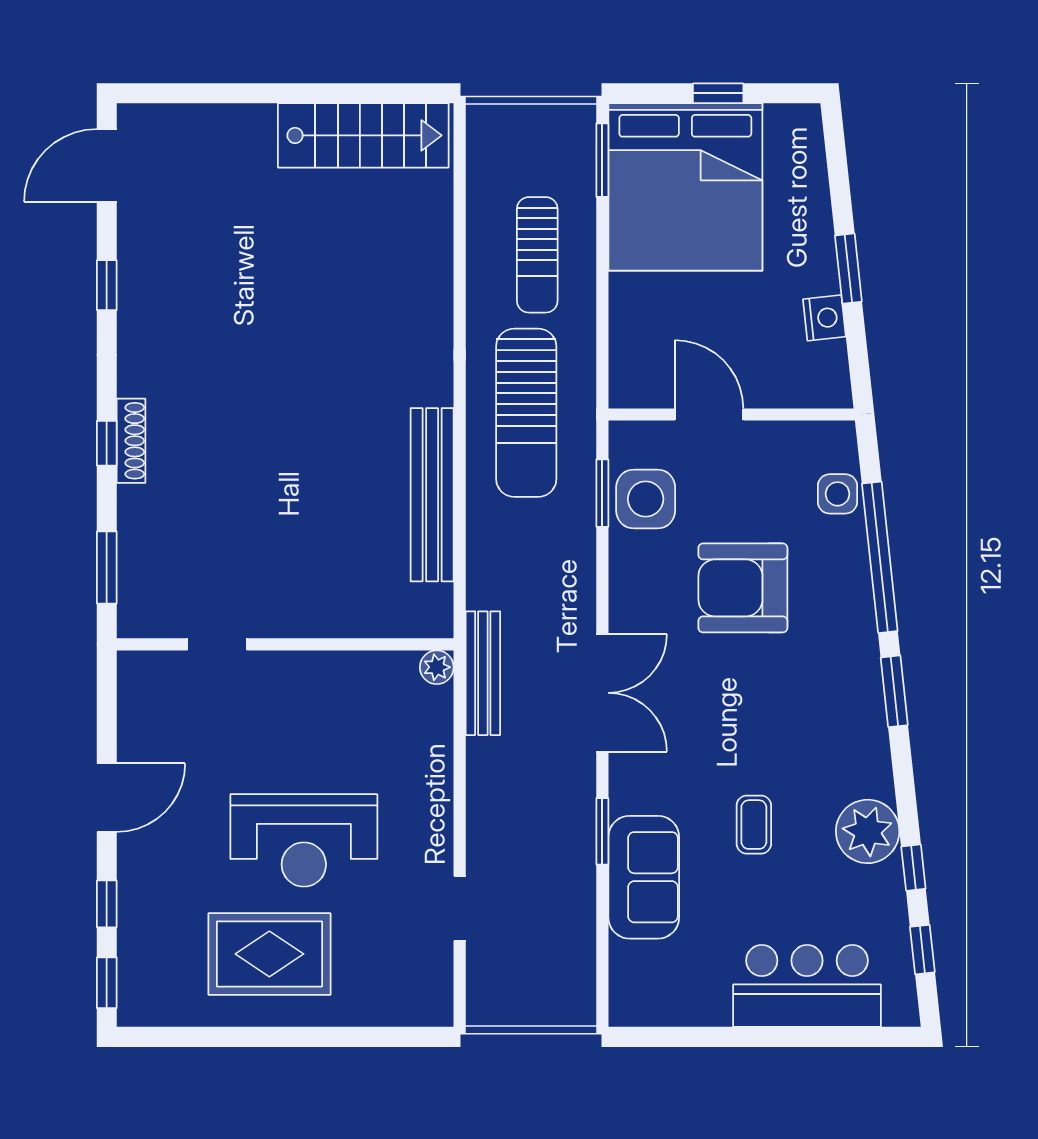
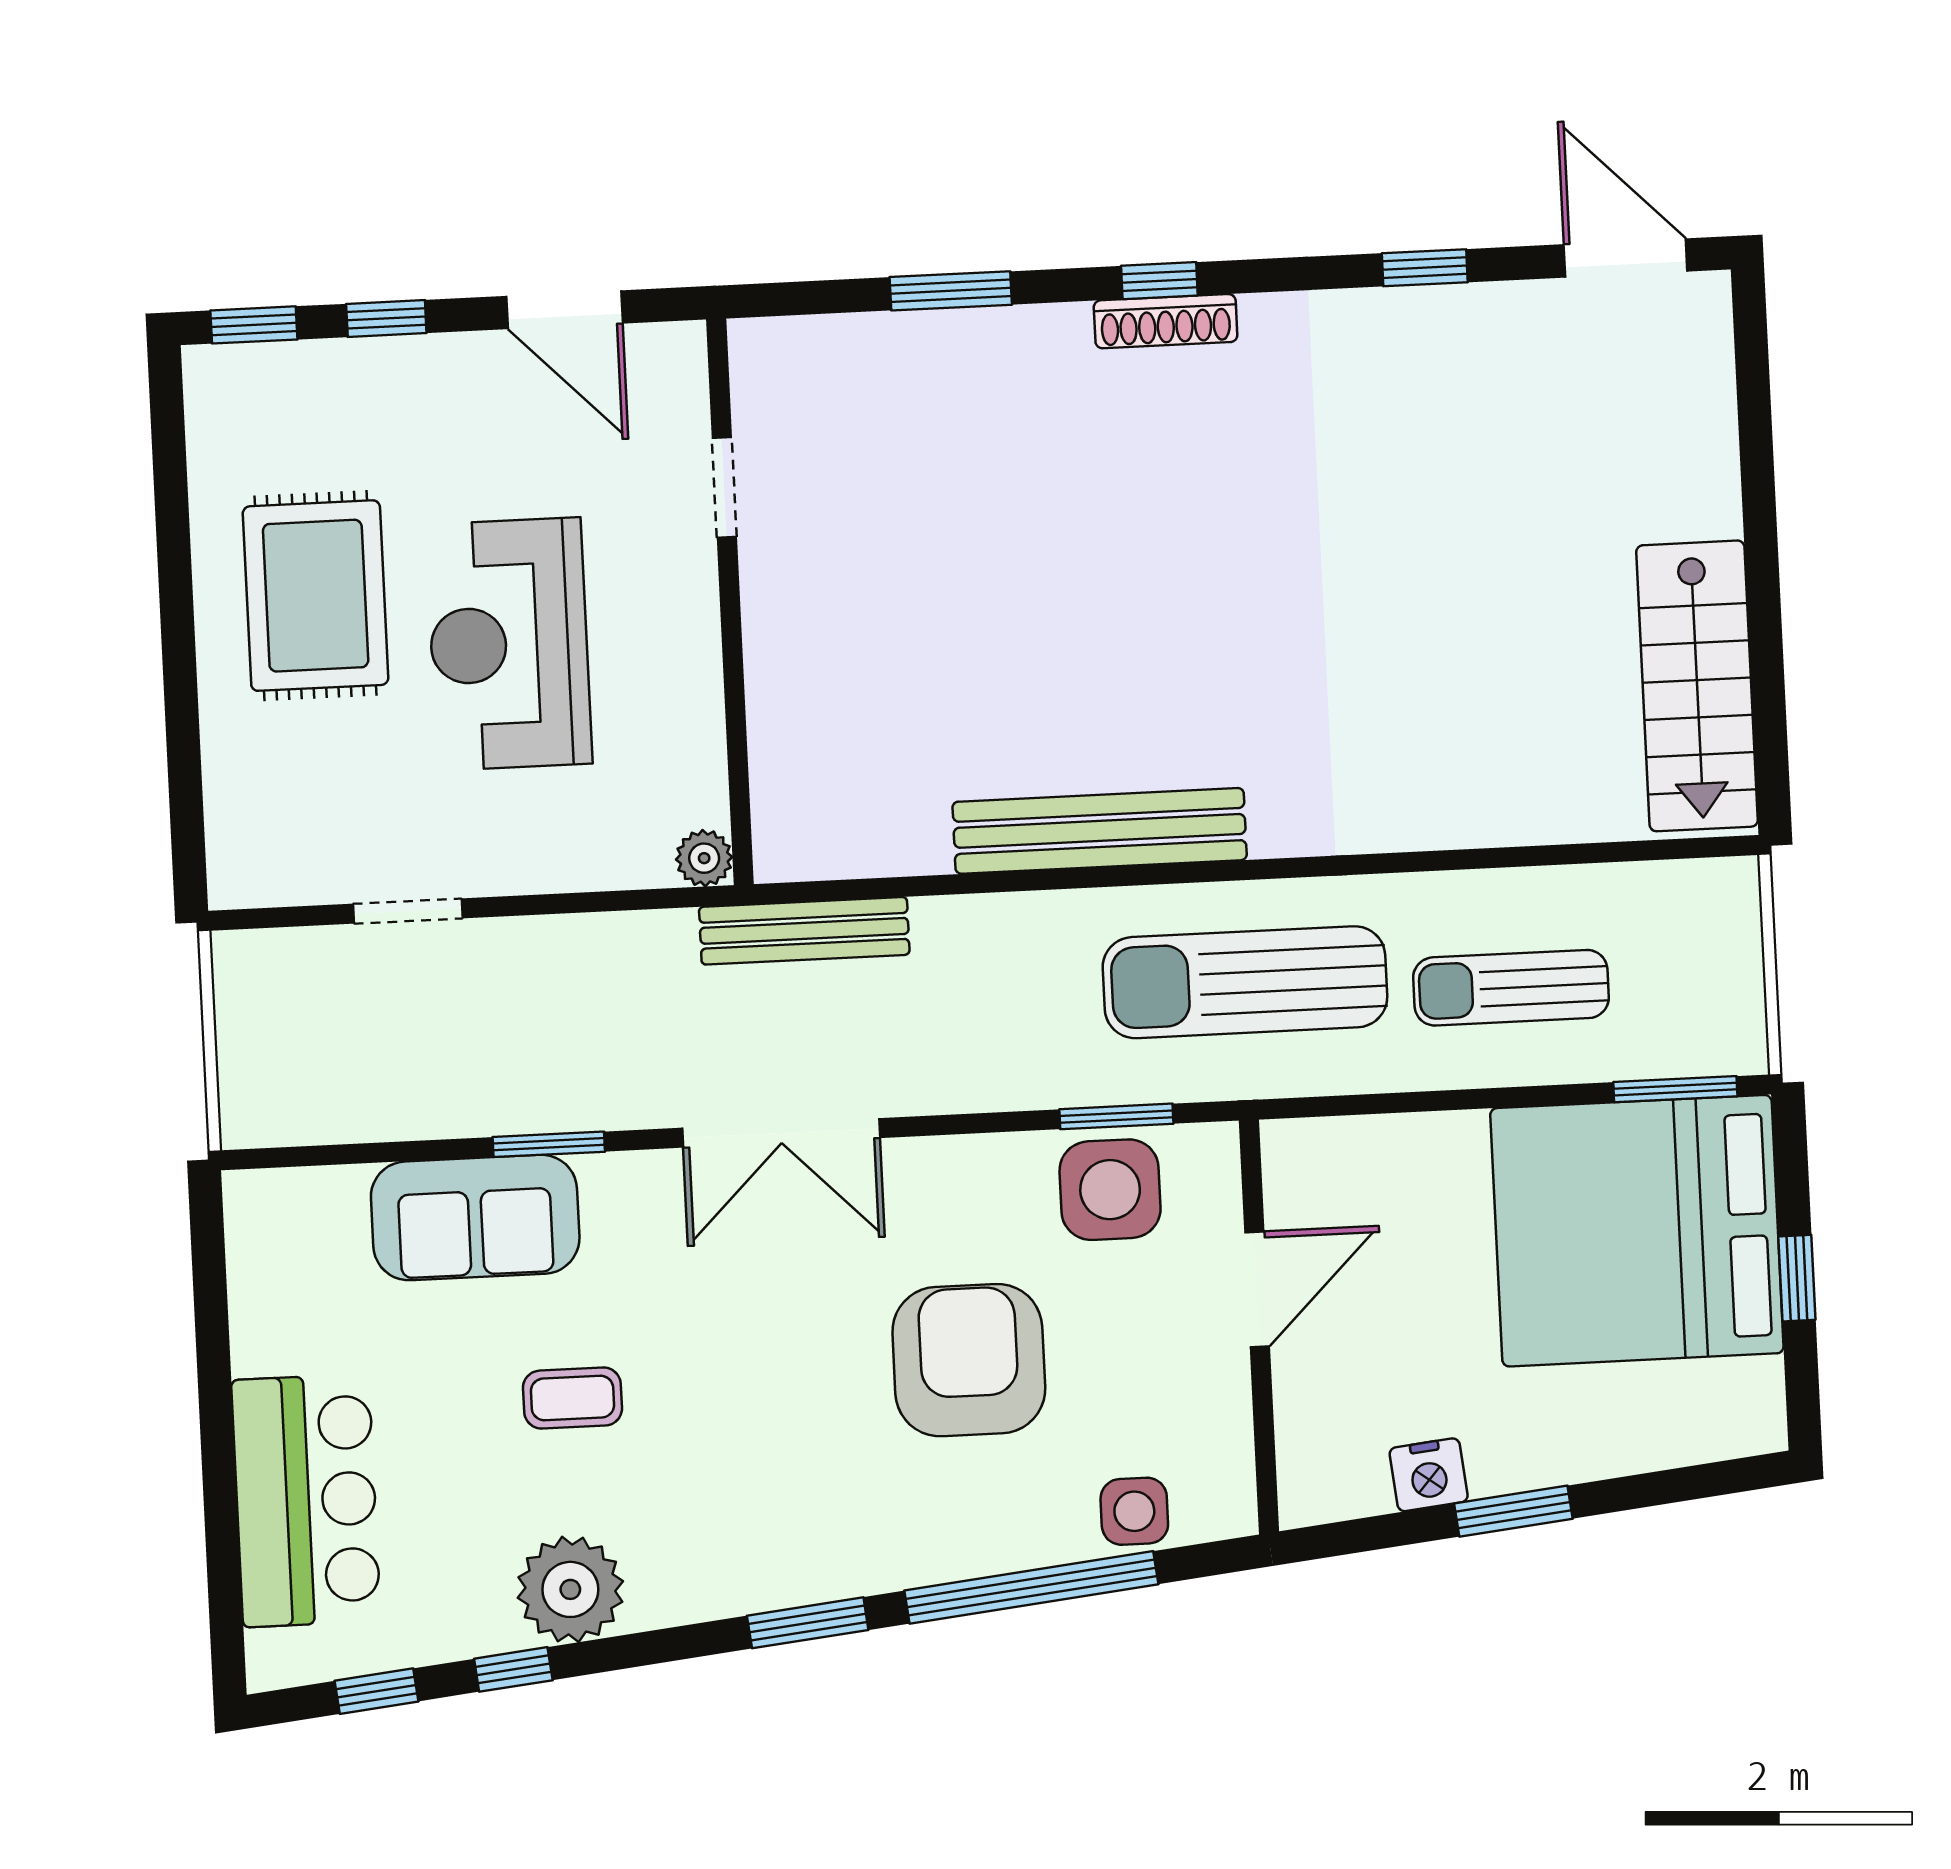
doorway: (217, 644) -> (724, 488), moved
wall: (285, 644) -> (730, 602), moved
plant: (437, 667) -> (704, 858), moved

